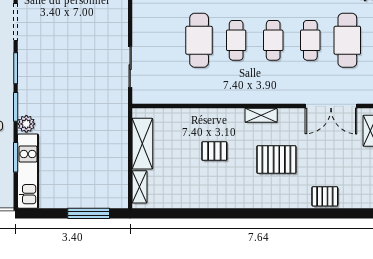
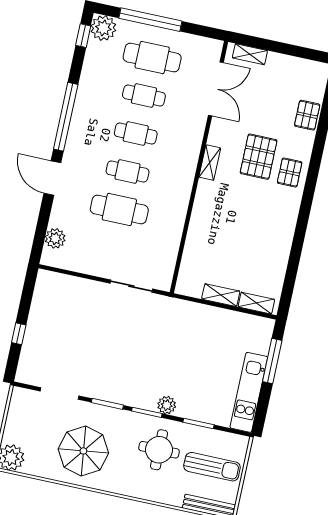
shelving: (142, 144) -> (221, 295), width x0.67, depth x0.75
pallet: (214, 151) -> (290, 173), moved
kitchen unit: (28, 171) -> (249, 392), moved, turned -90

